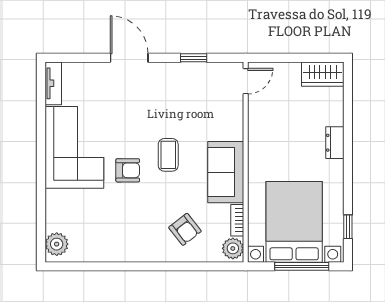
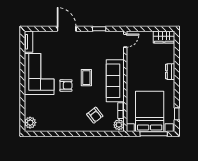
sofa: (226, 172) -> (115, 81), width x1.36

